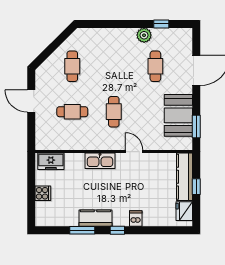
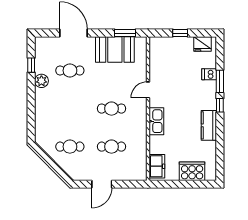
cafe table: (72, 112) -> (112, 147), turned 90
kitchen counter: (184, 177) -> (171, 44), removed
cooker: (43, 193) -> (192, 171), width x1.87, depth x1.31
dishwasher: (136, 218) -> (209, 74), moved
window: (82, 230) -> (220, 81), moved

